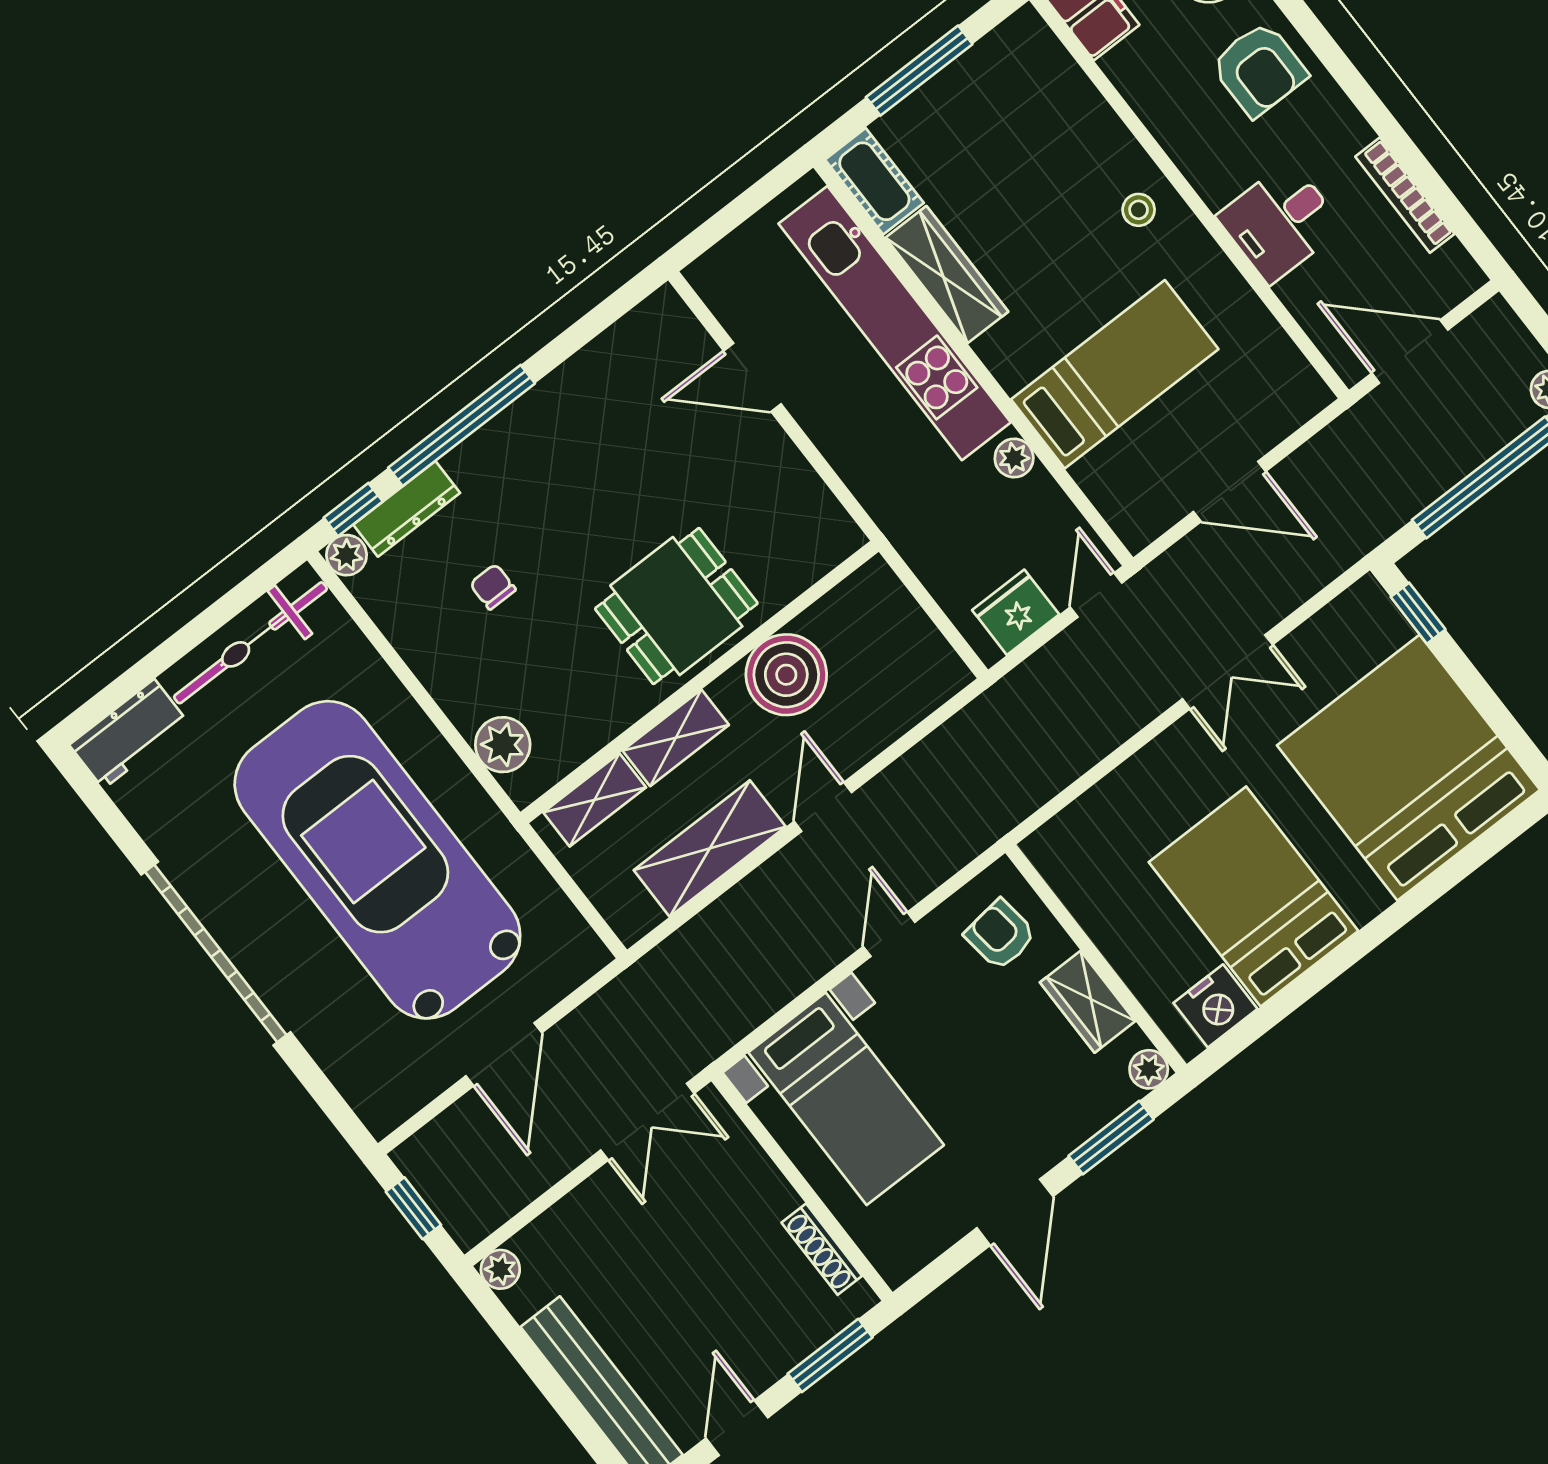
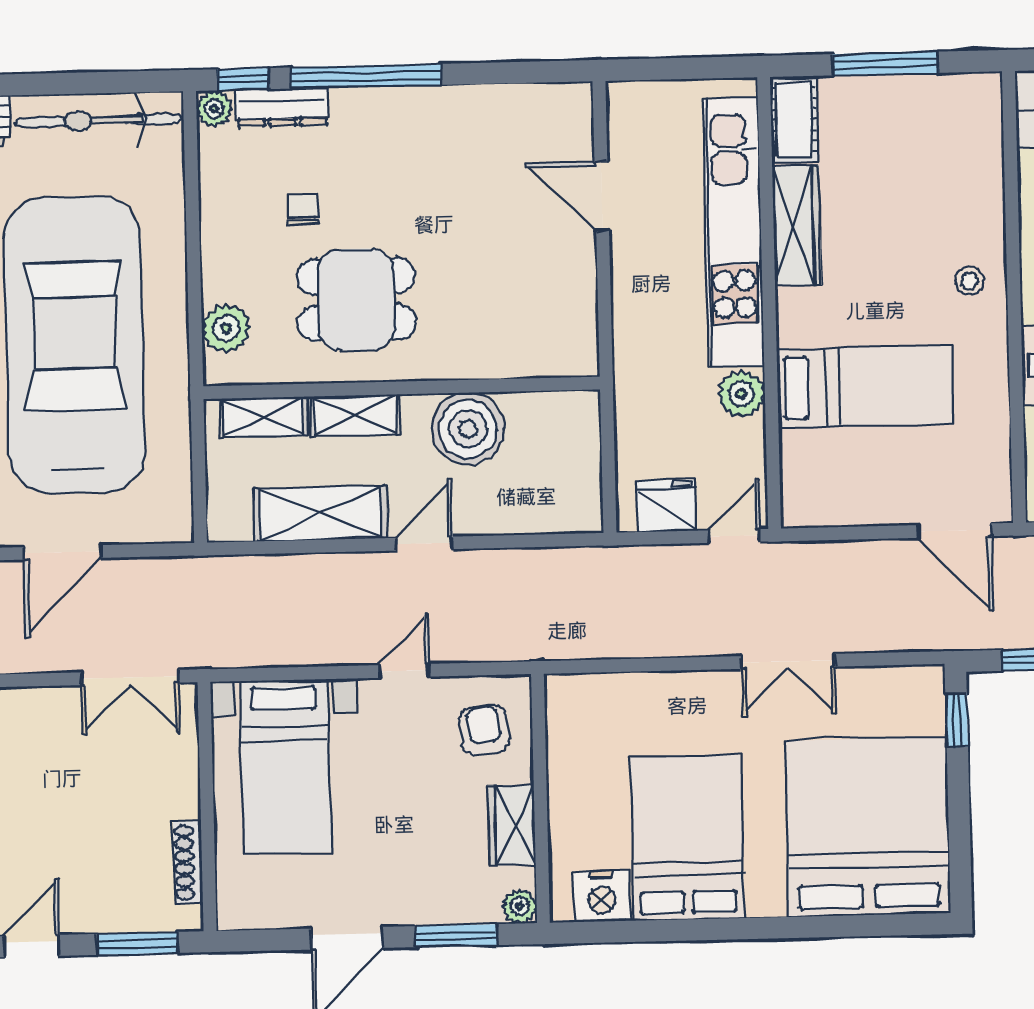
plant: (1014, 458) -> (741, 394), width x1.38, depth x1.38
door: (1229, 491) -> (955, 531), moved
dining table: (676, 606) -> (356, 299), moved

